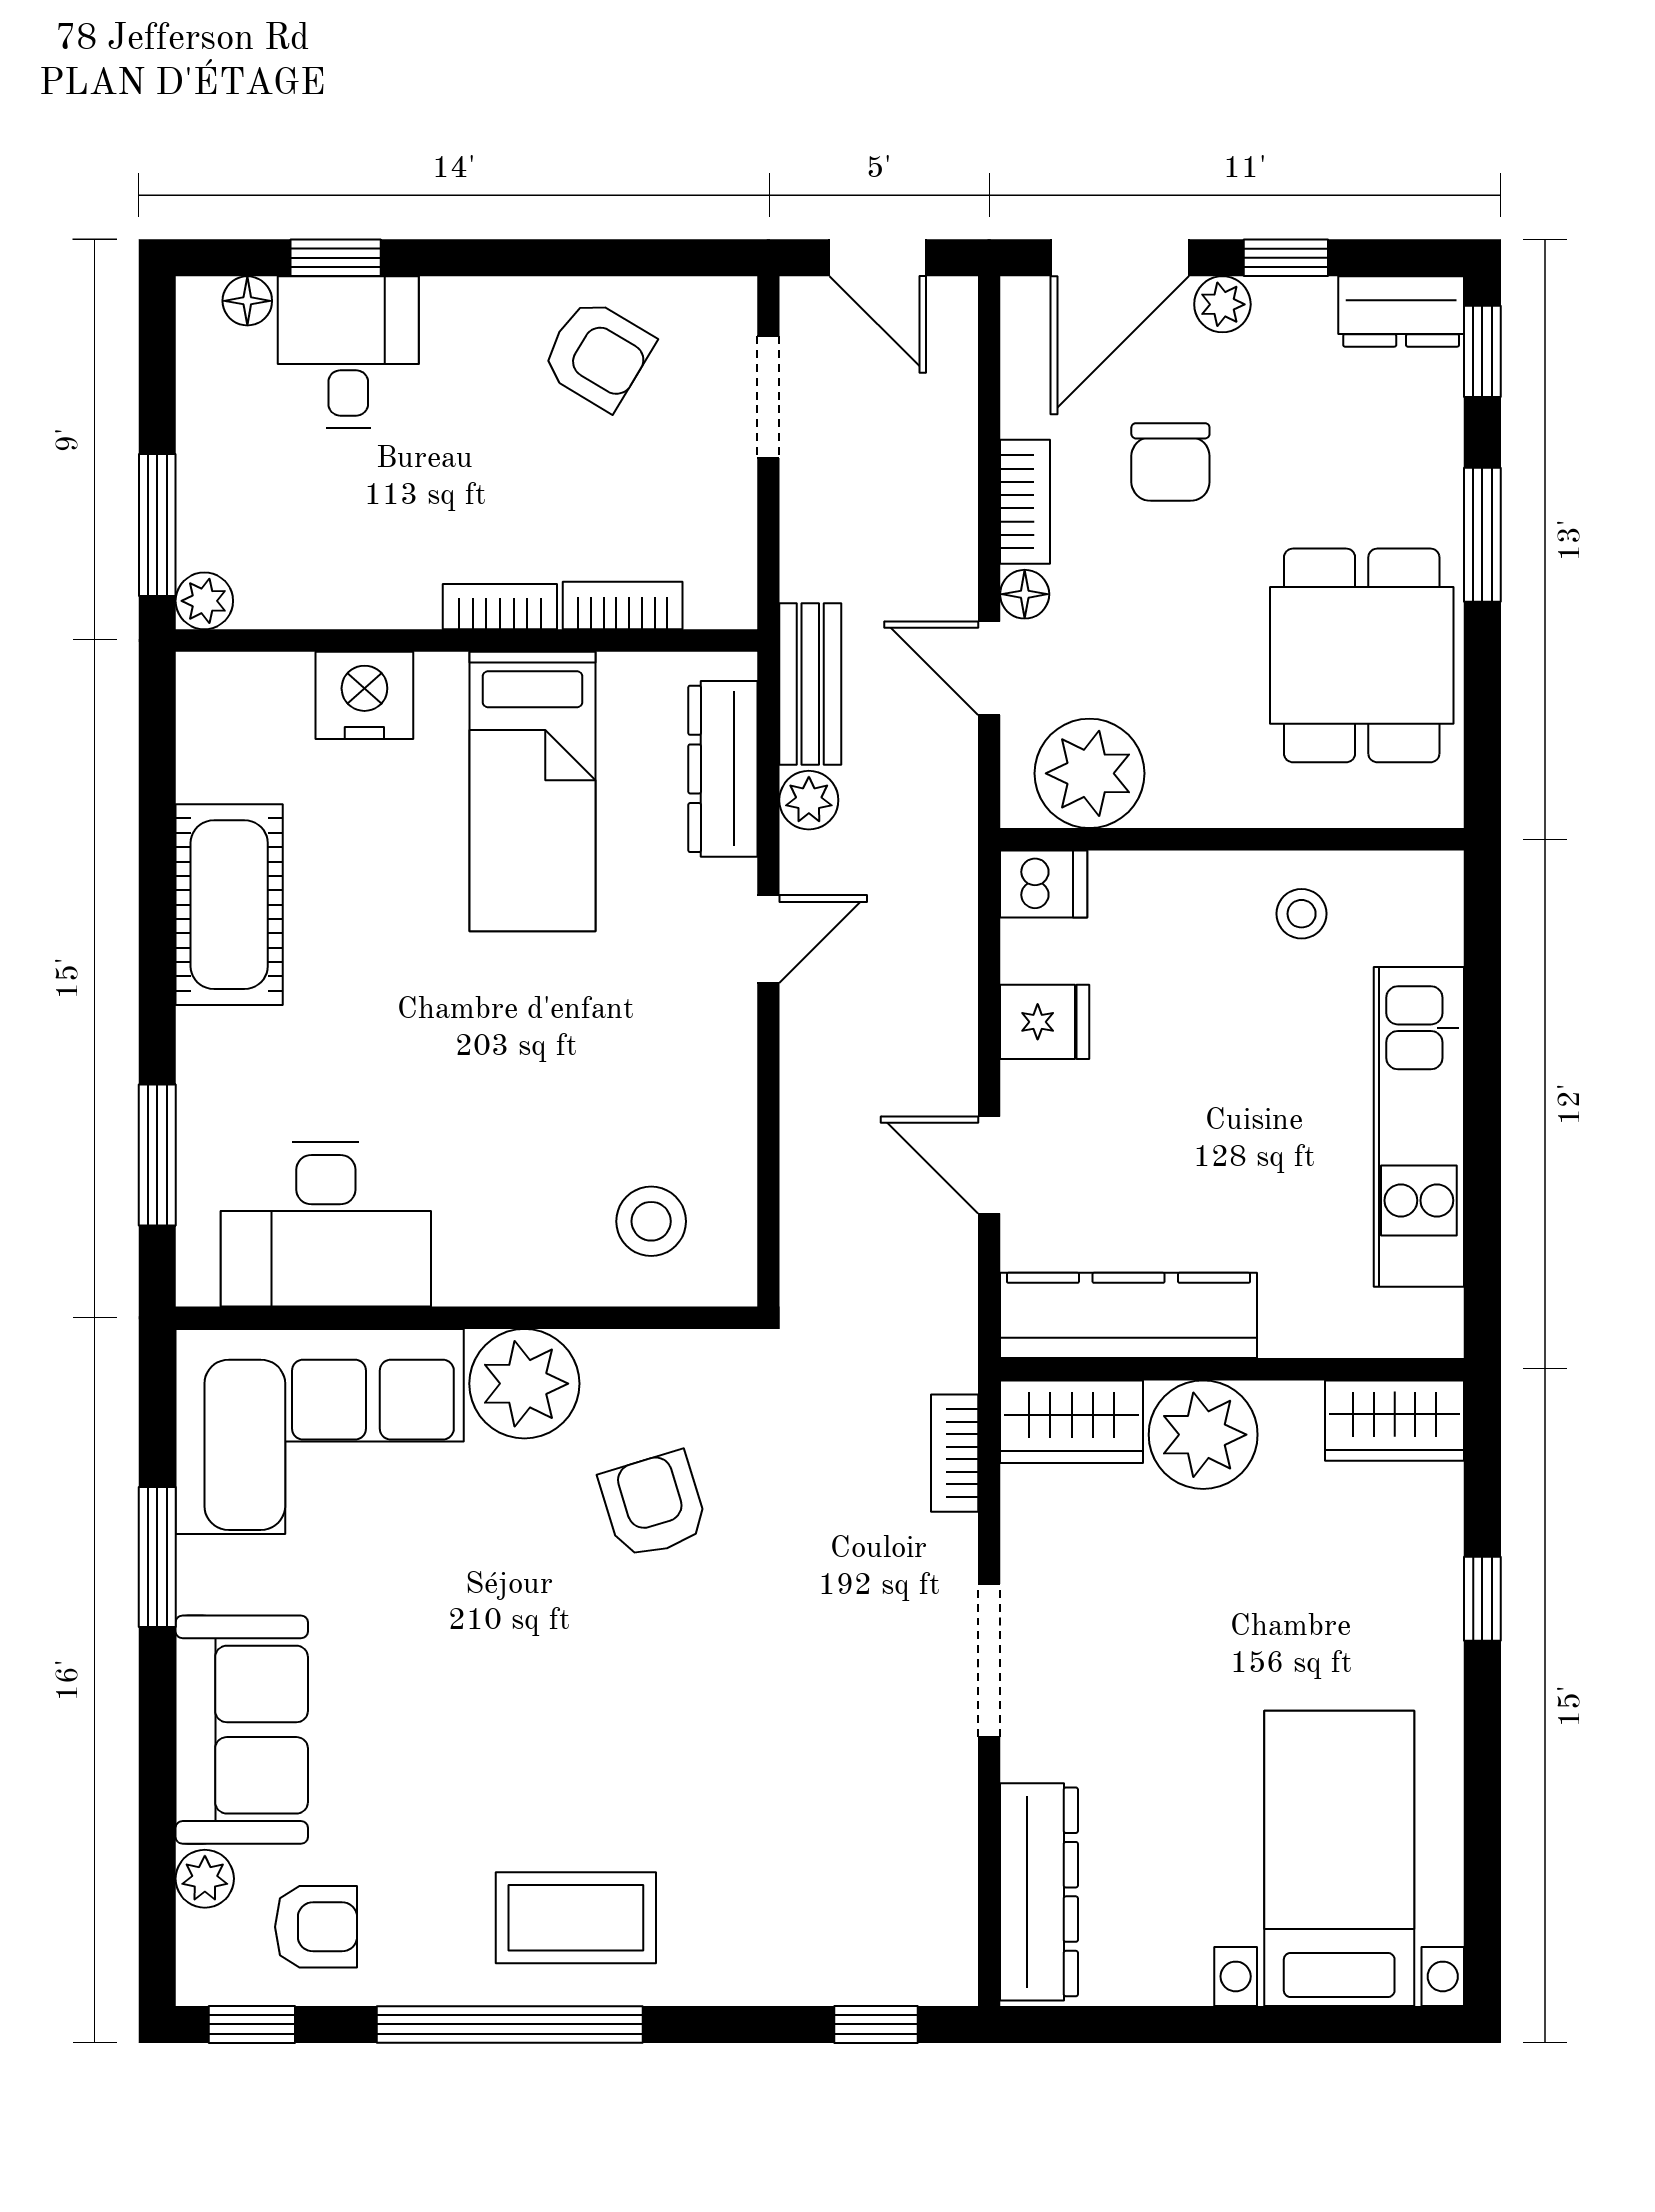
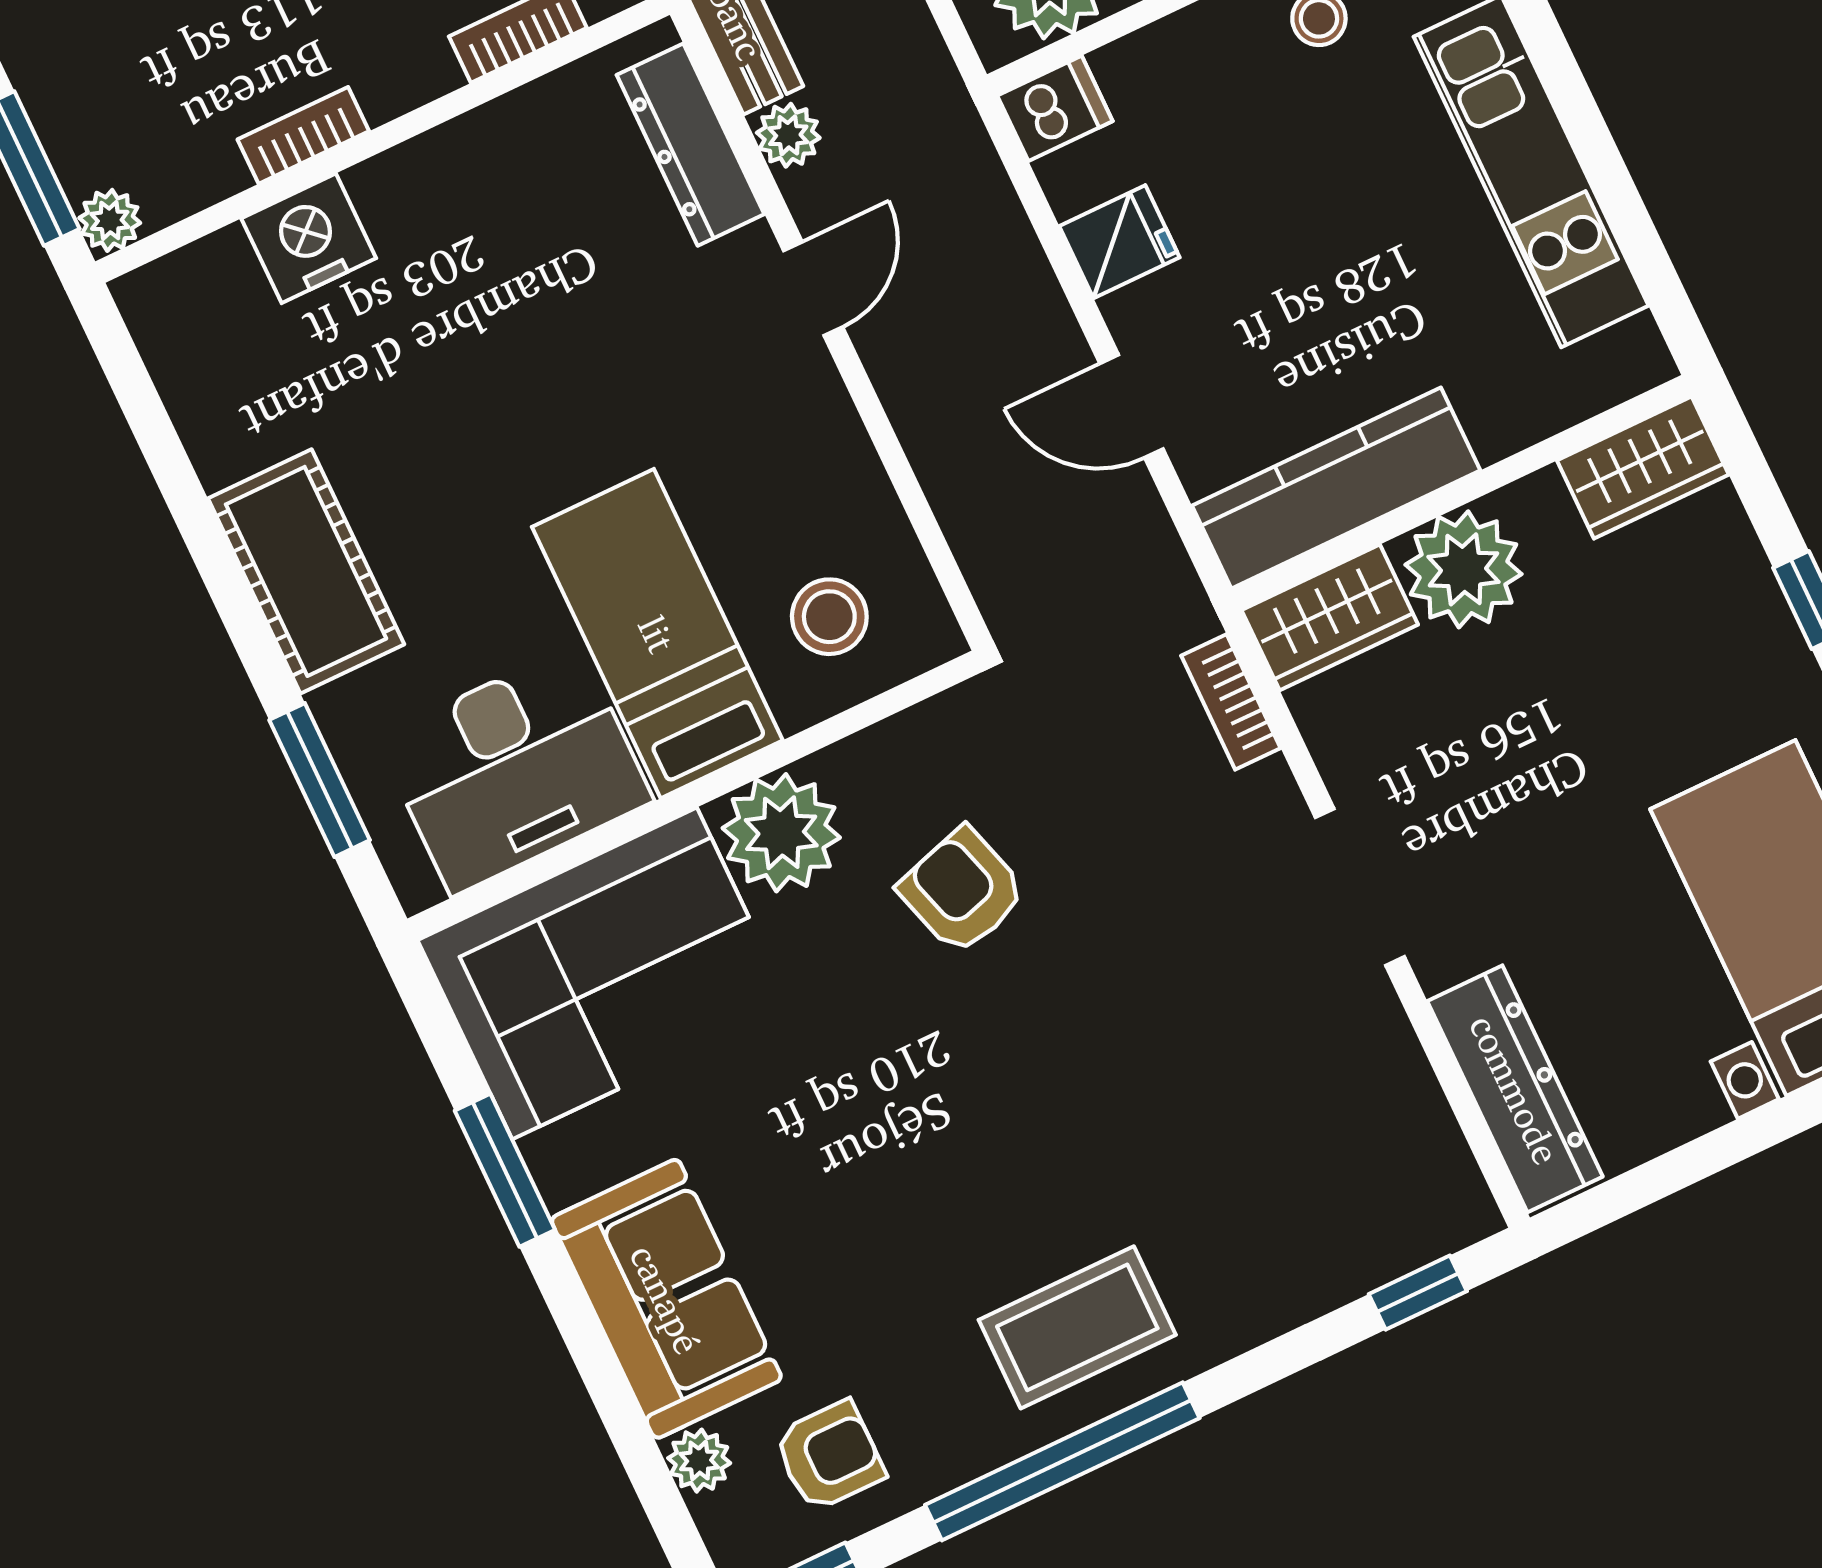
bookcase: (500, 607) -> (303, 135), moved
bed: (532, 791) -> (657, 634), moved, turned 180
cot: (229, 905) -> (306, 571), moved

